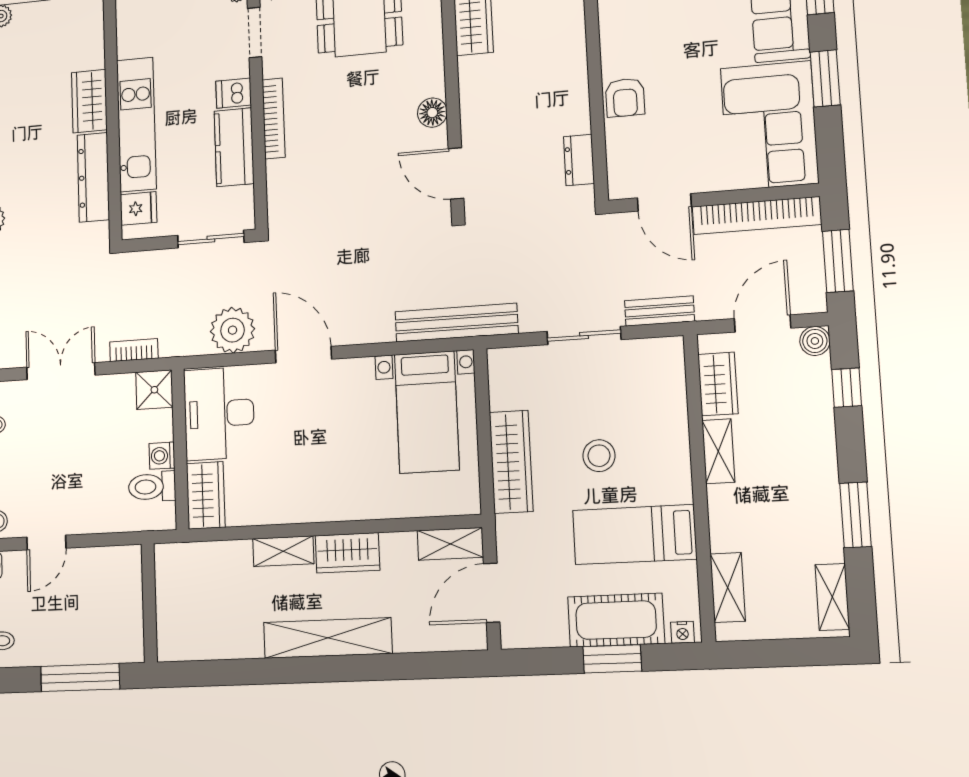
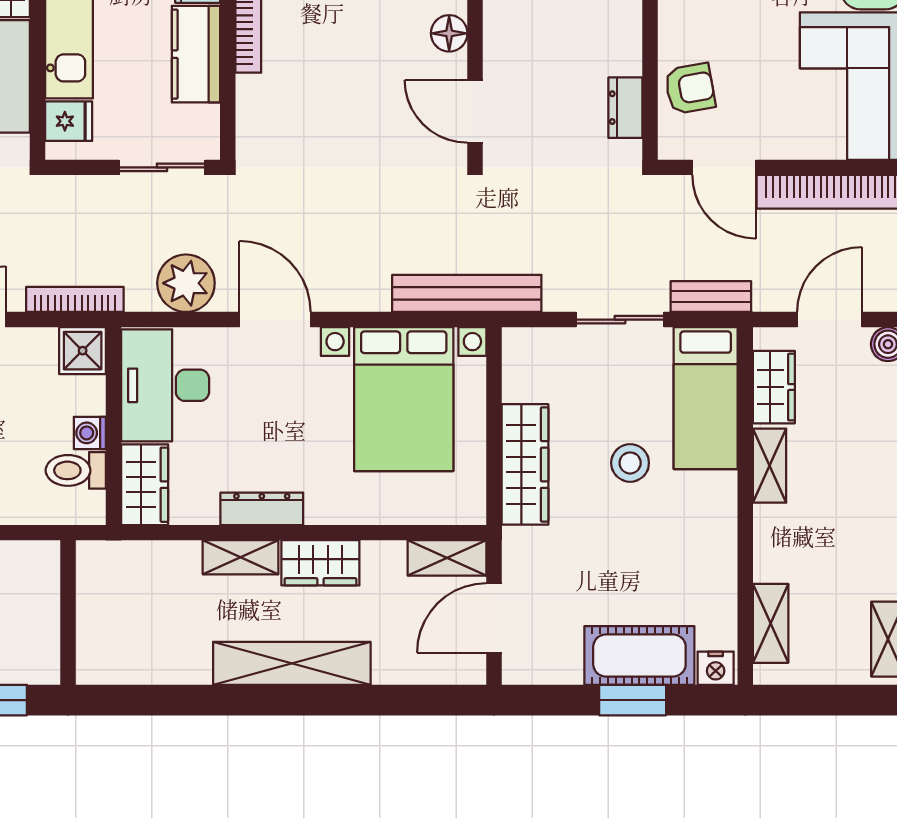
armchair: (625, 98) -> (690, 89), moved, turned -100
bookcase: (134, 350) -> (75, 299), width x1.56
bed with nightstands: (427, 412) -> (404, 399), width x1.36
dresser: (299, 510) -> (262, 509), added
bed: (635, 535) -> (706, 398), moved, turned -90
nightstand: (682, 632) -> (716, 668), width x1.39, depth x1.35

